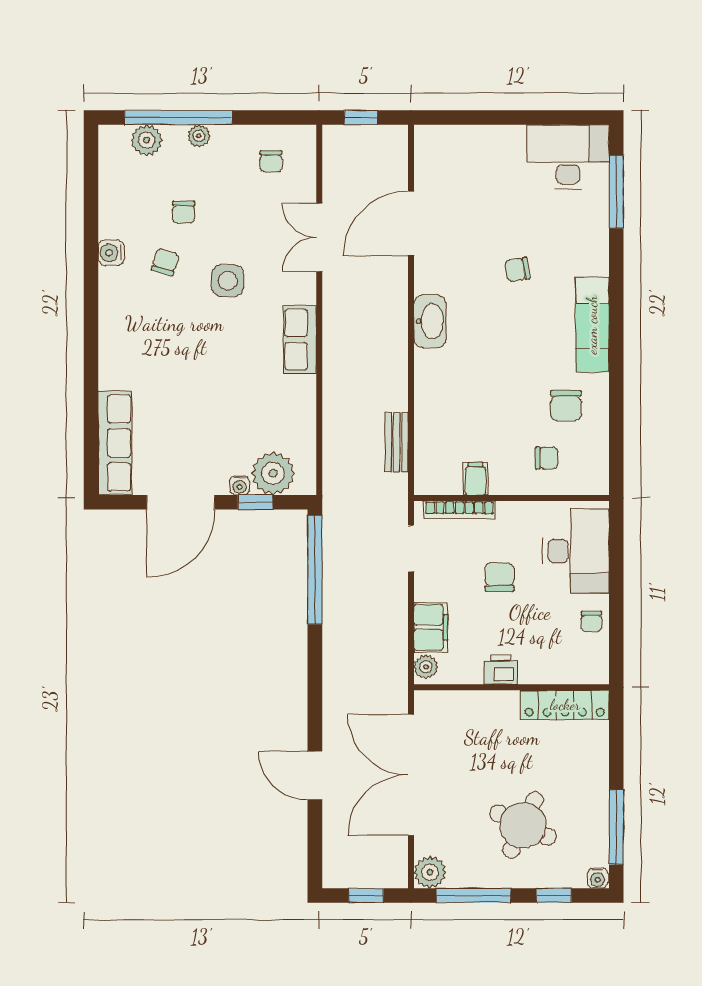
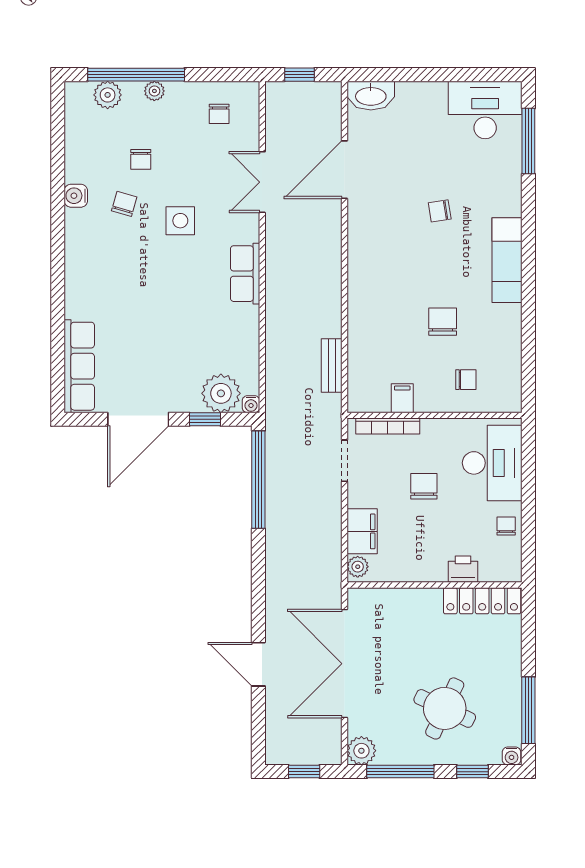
washbasin: (430, 321) -> (371, 96), moved, turned 90
chair: (566, 406) -> (443, 322), moved, turned 180
water cooler: (240, 485) -> (251, 404), moved
chair: (591, 621) -> (506, 526), turned 180
printer: (501, 670) -> (463, 569), moved

